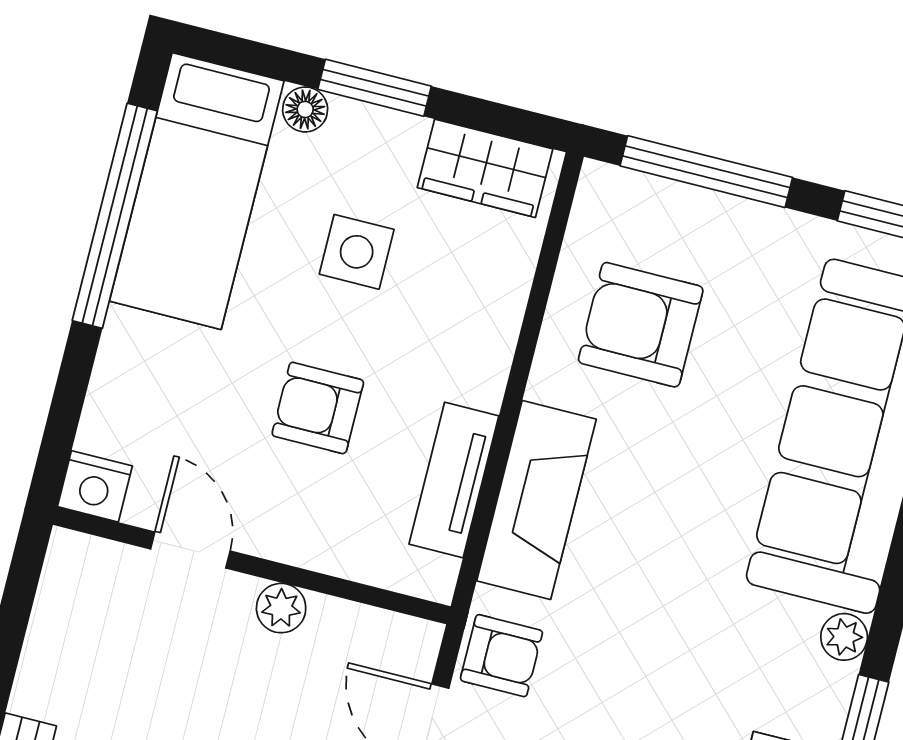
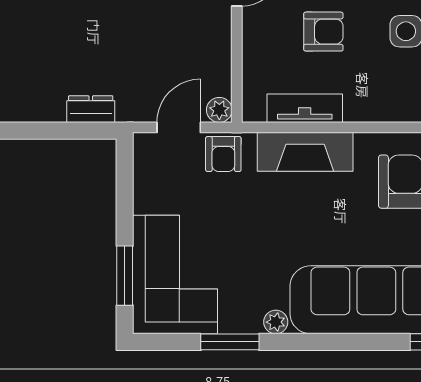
armchair: (318, 408) -> (323, 32), turned 90
plant: (281, 608) -> (219, 110), moved

